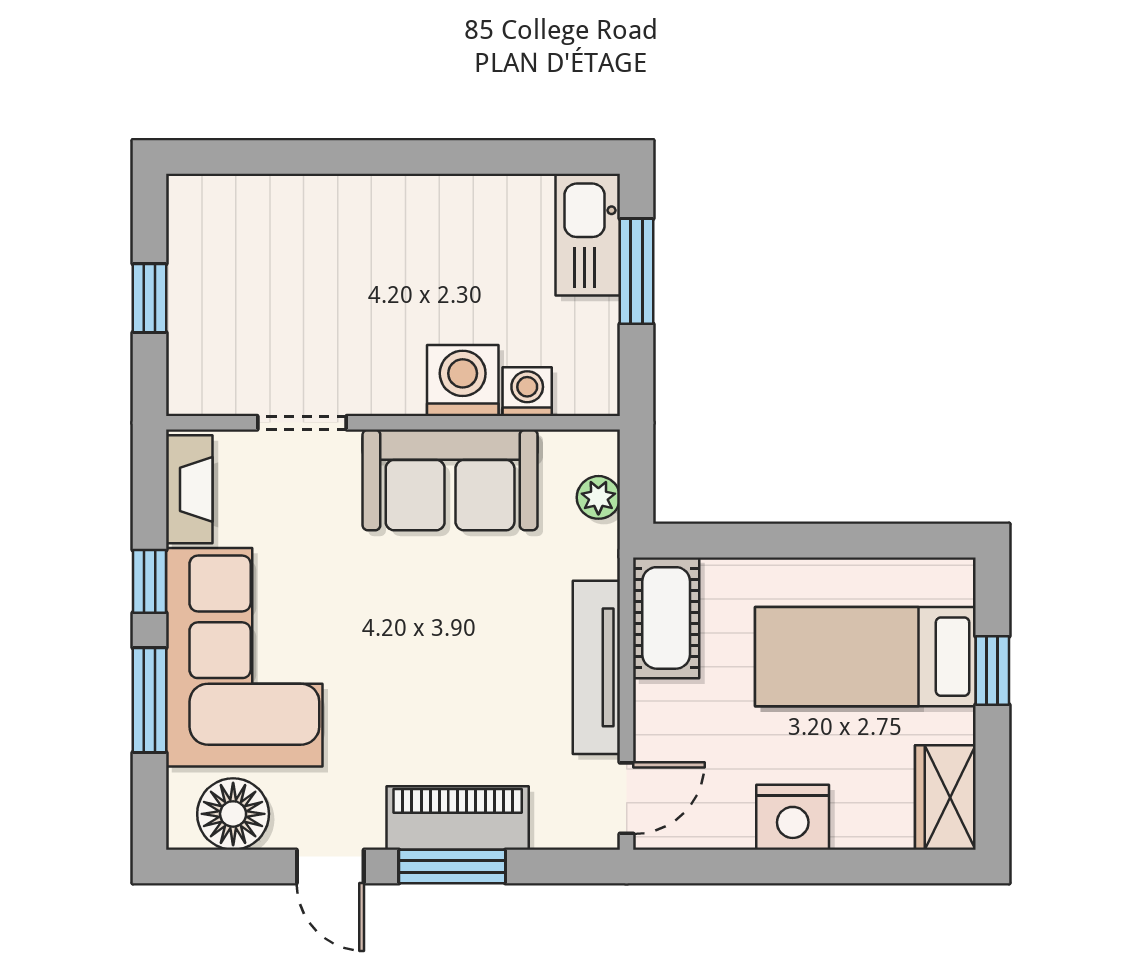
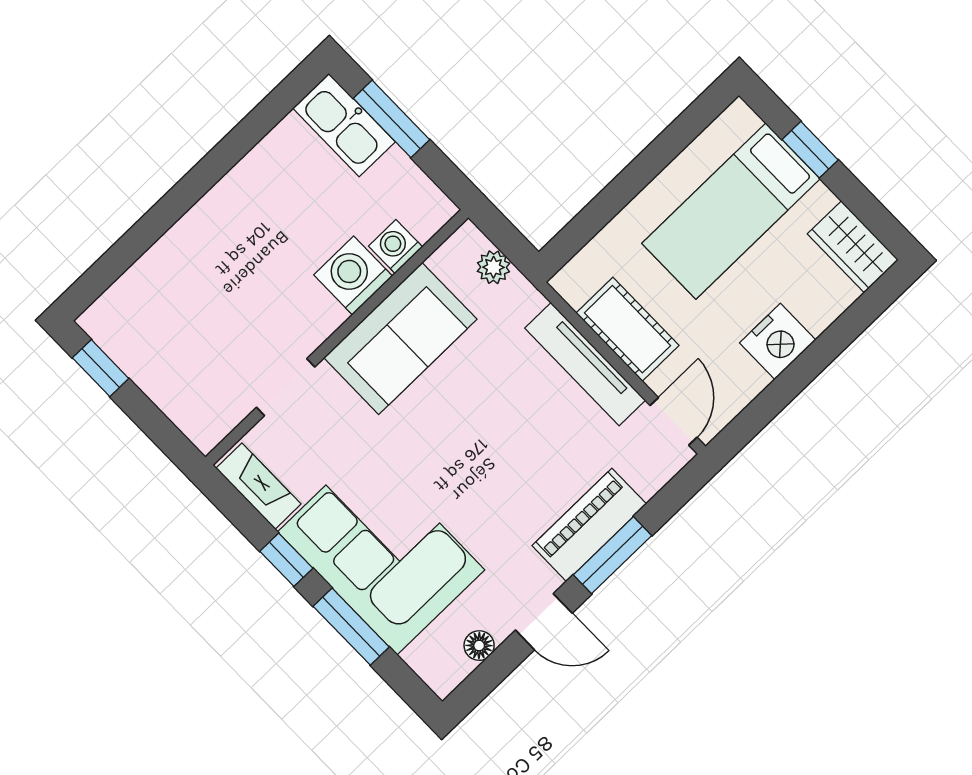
window: (150, 298) -> (101, 368), moved
cot: (666, 618) -> (627, 329), moved
floor lamp: (233, 814) -> (479, 646), width x0.53, depth x0.53

